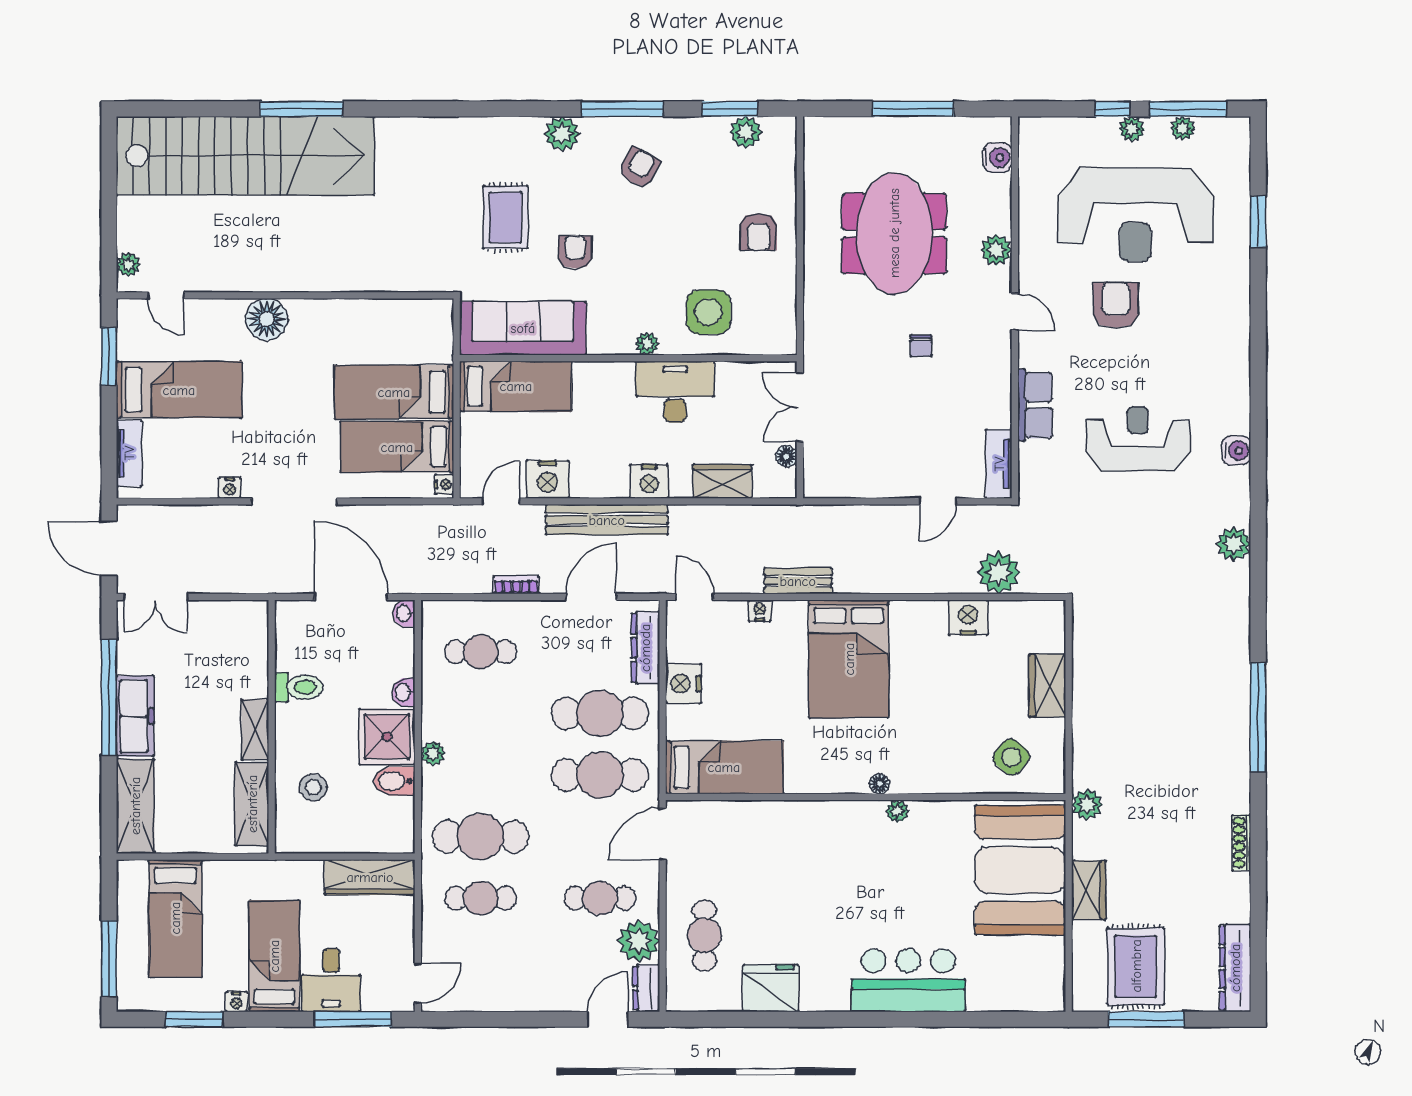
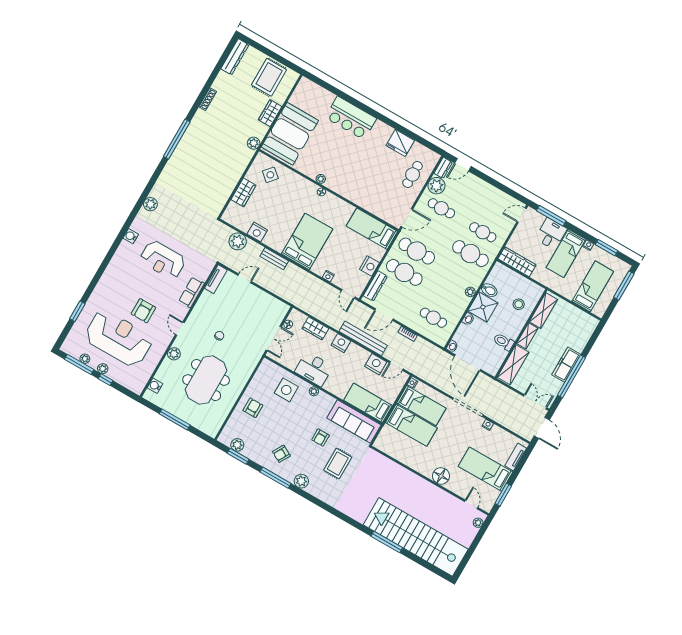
bench: (798, 581) -> (274, 259), moved
shelving: (135, 806) -> (513, 365), moved
window: (1146, 1019) -> (276, 57), removed

